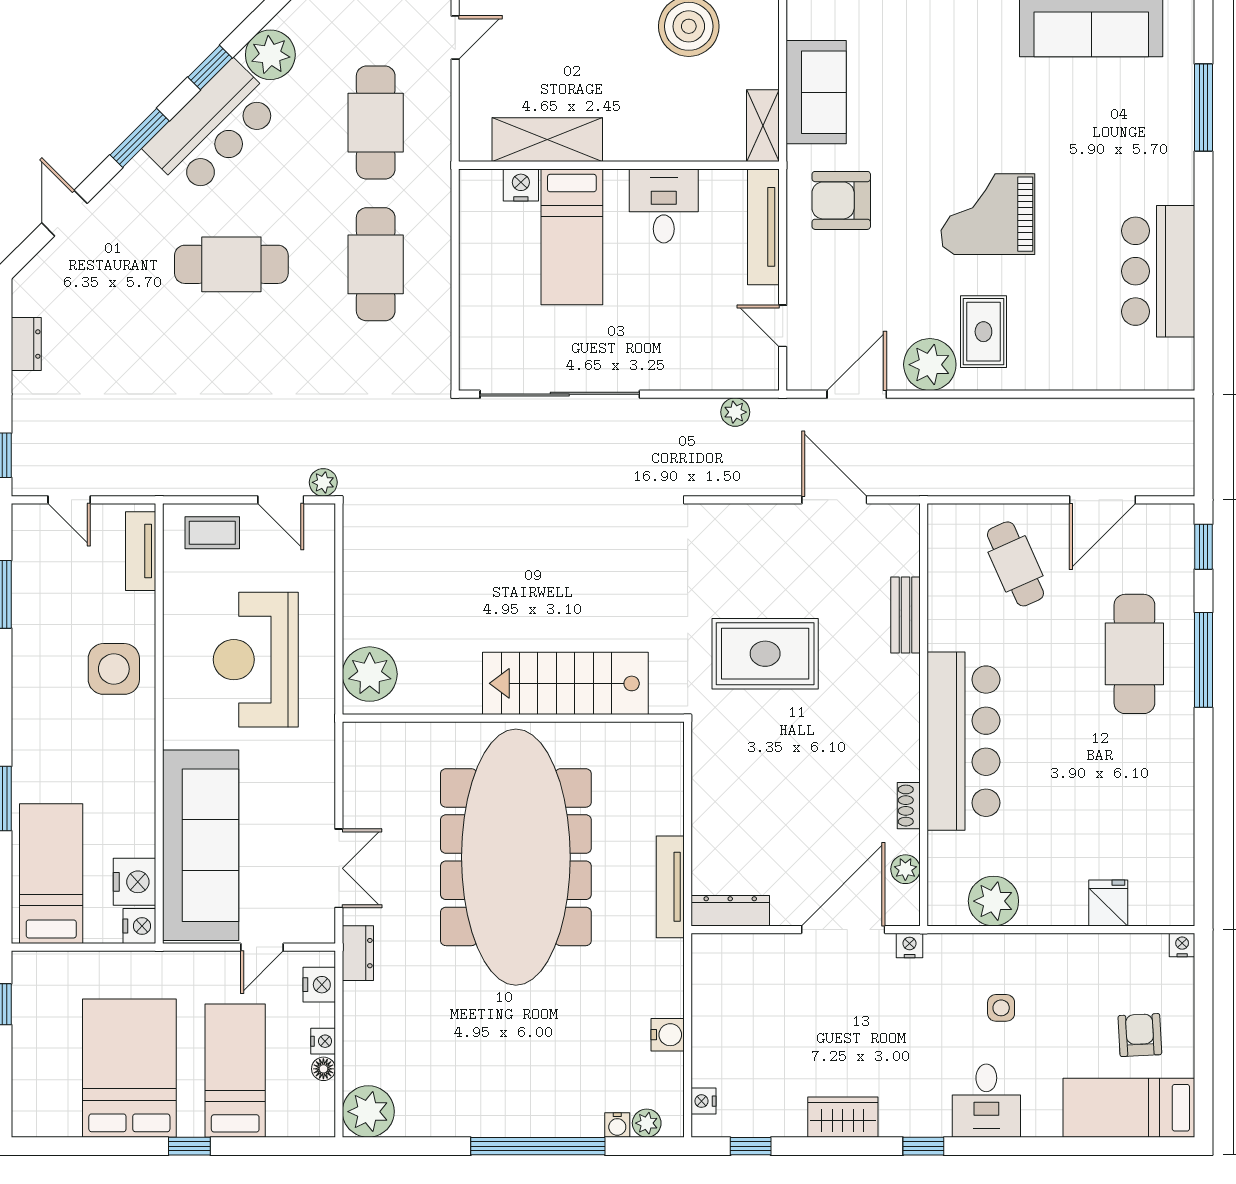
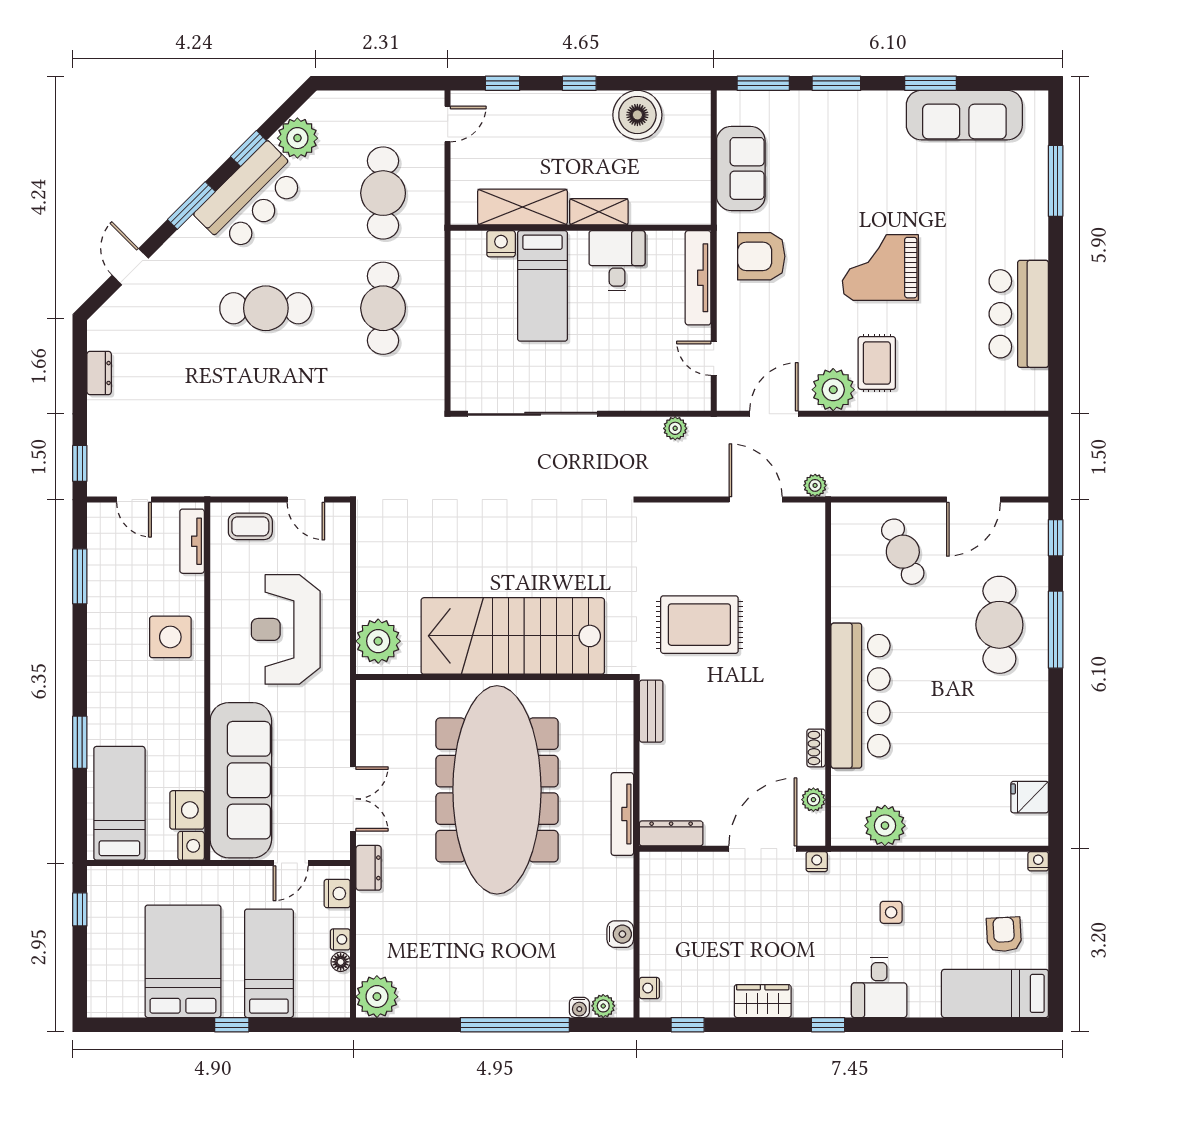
shelving: (763, 126) -> (599, 212), moved, turned 90
plant: (323, 482) -> (815, 485), moved
bench: (905, 615) -> (651, 711), moved
stairs: (565, 683) -> (513, 636), width x1.36, depth x1.51
fridge: (1108, 903) -> (1030, 797), moved, turned -90

